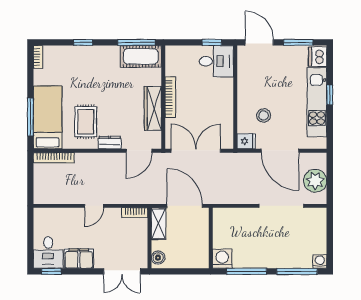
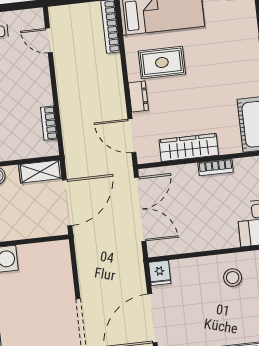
bookcase: (170, 97) -> (216, 167), width x0.64
stool: (264, 115) -> (233, 278), moved
door: (94, 206) -> (49, 40), moved
bookcase: (135, 213) -> (49, 123), moved

